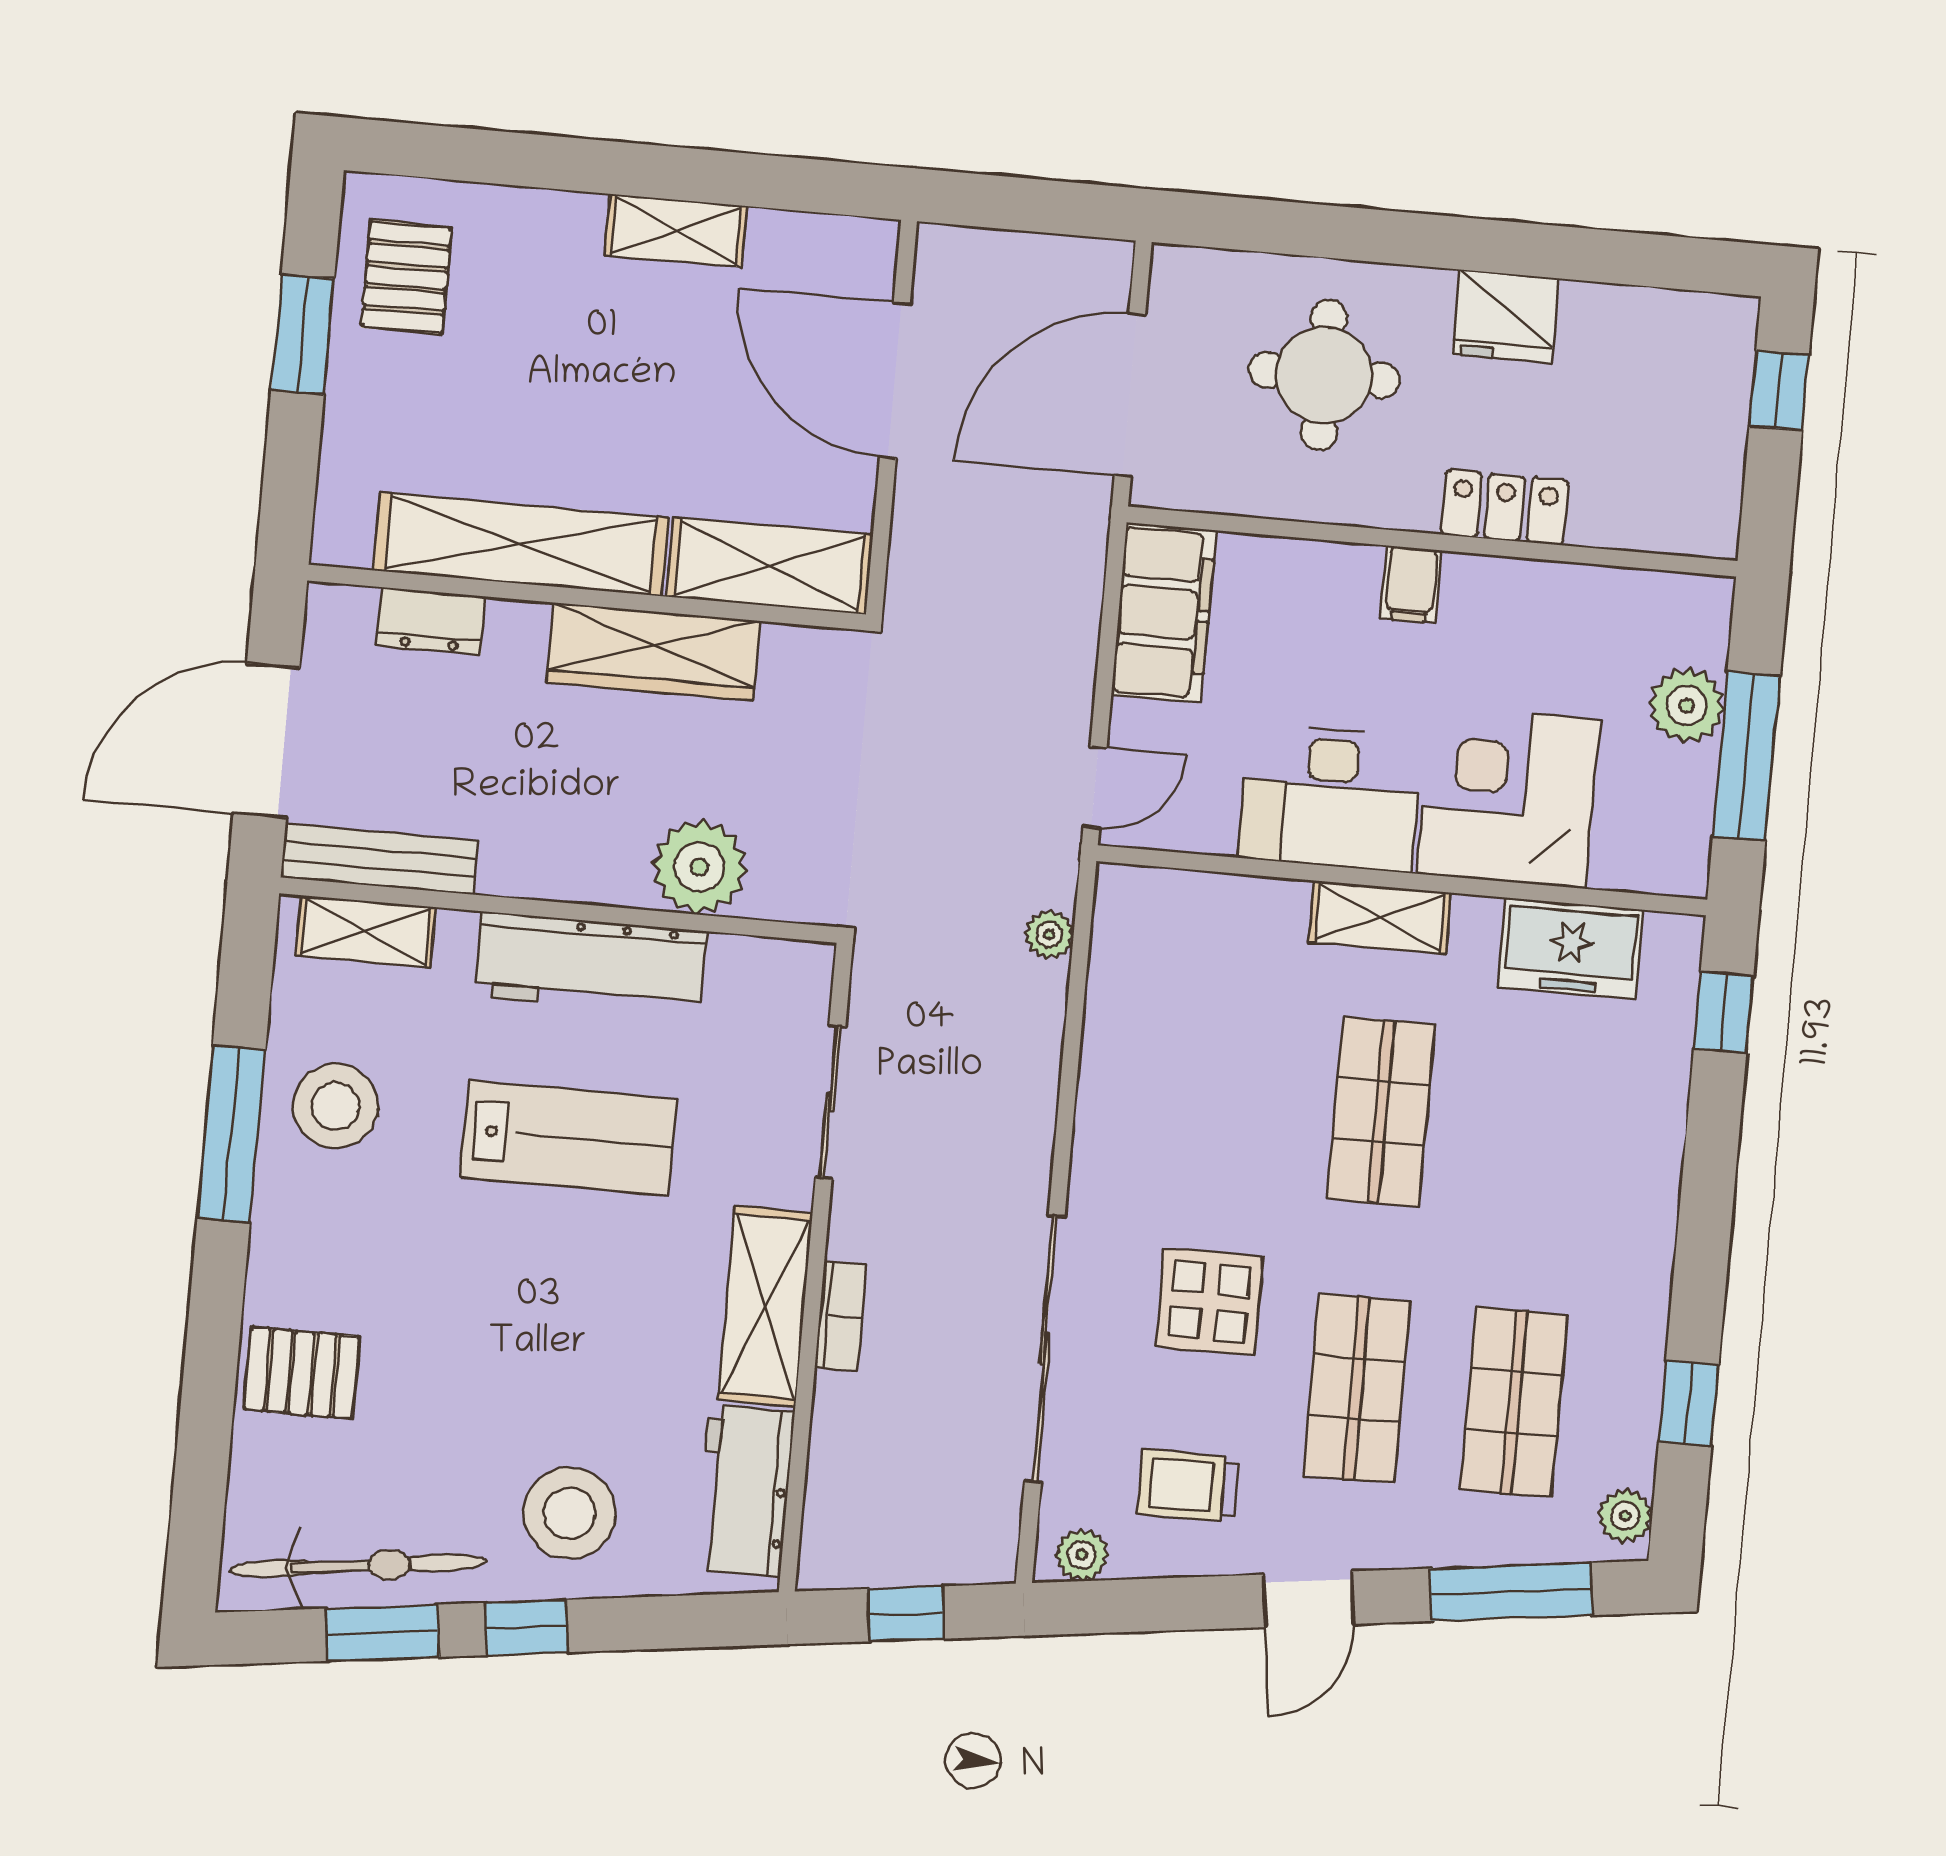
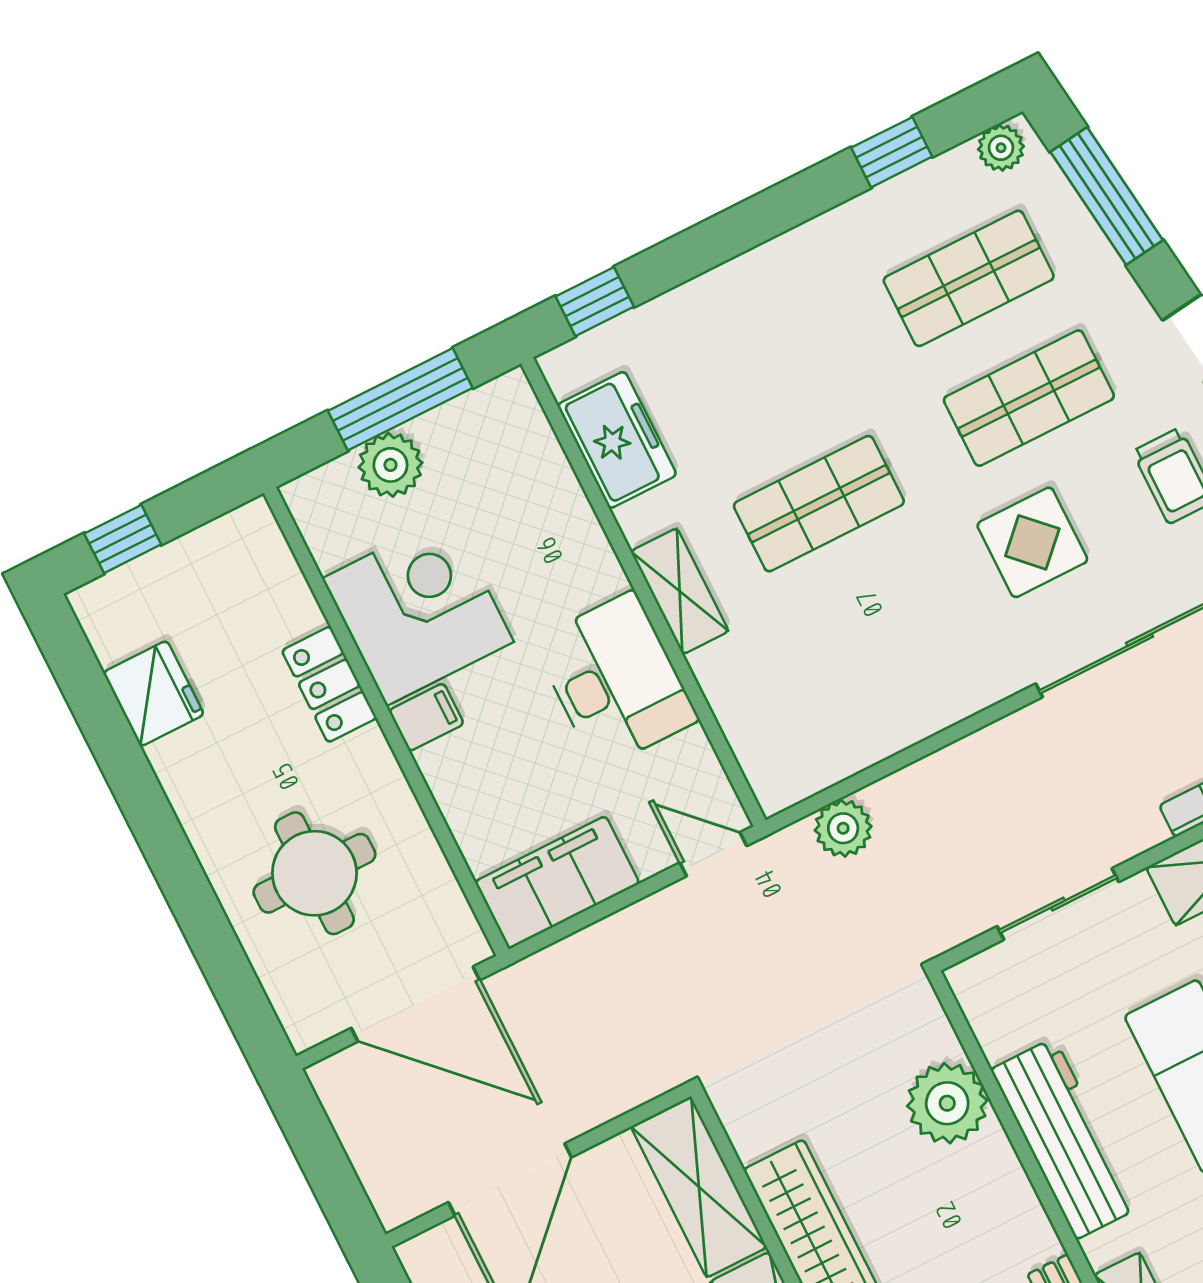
fridge: (1505, 316) -> (153, 694), moved
corner desk: (1508, 797) -> (418, 610), moved, turned 180
plant: (1049, 935) -> (843, 828), width x1.38, depth x1.38

